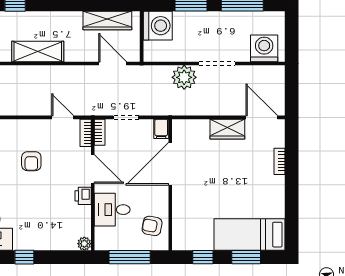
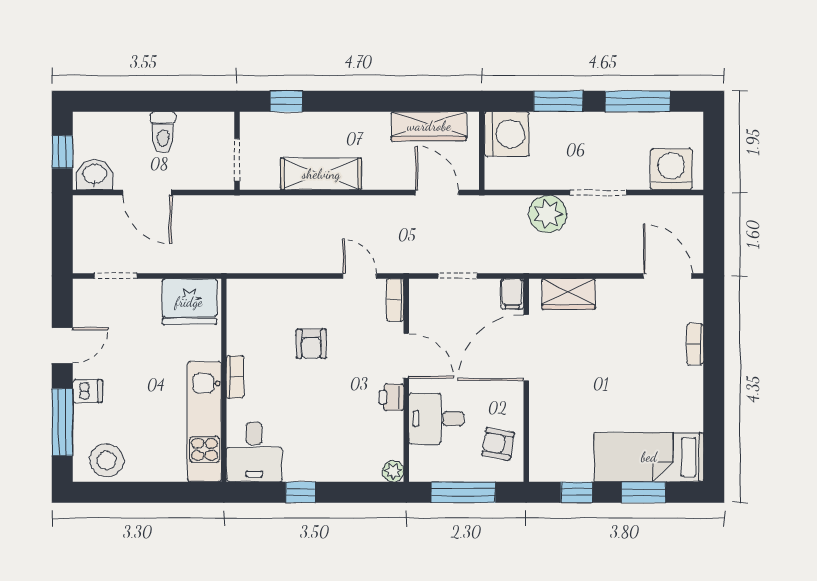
wardrobe: (227, 129) -> (569, 294), moved
bookcase: (100, 132) -> (417, 299), removed

